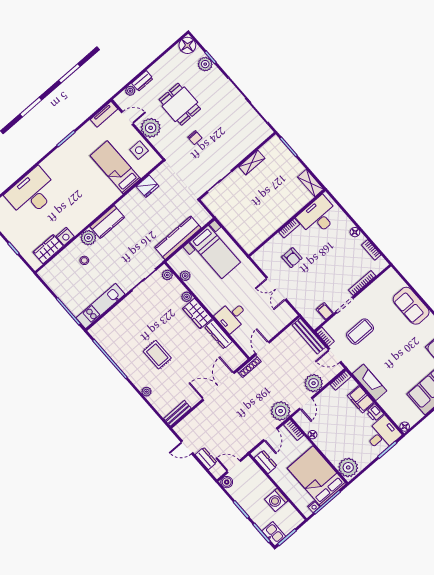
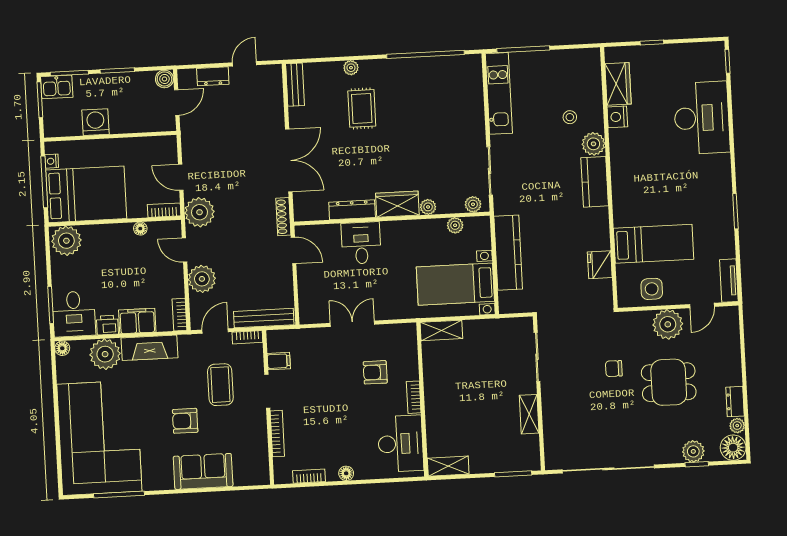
dresser: (142, 81) -> (735, 402), moved
plant: (130, 91) -> (737, 426), moved
shelving: (244, 241) -> (441, 330), added
armchair: (393, 335) -> (185, 421), added
rug: (157, 355) -> (362, 108), moved, turned 90
plant: (391, 402) -> (105, 354), added
dresser: (266, 462) -> (152, 145), removed

